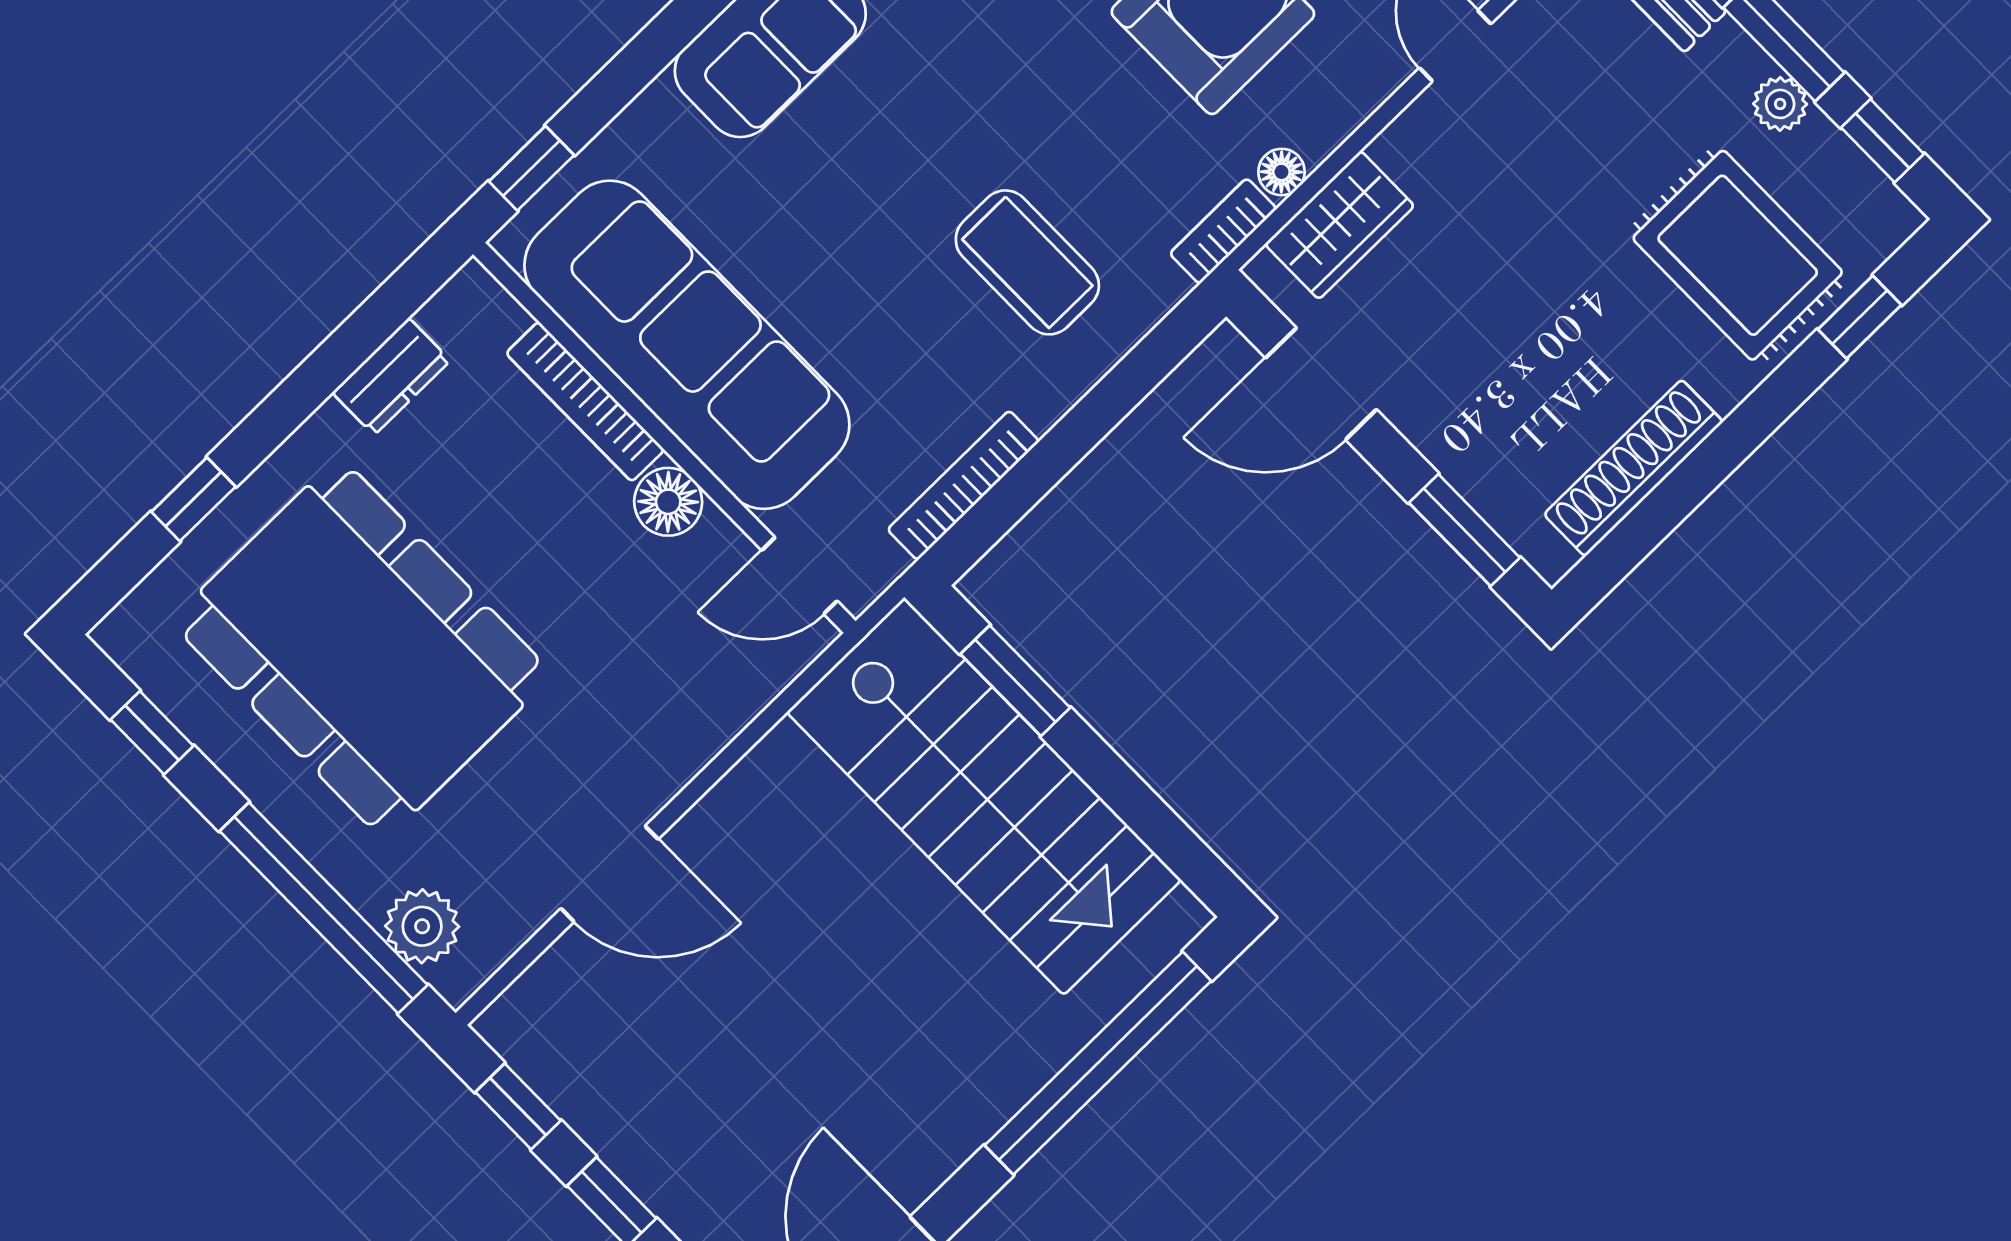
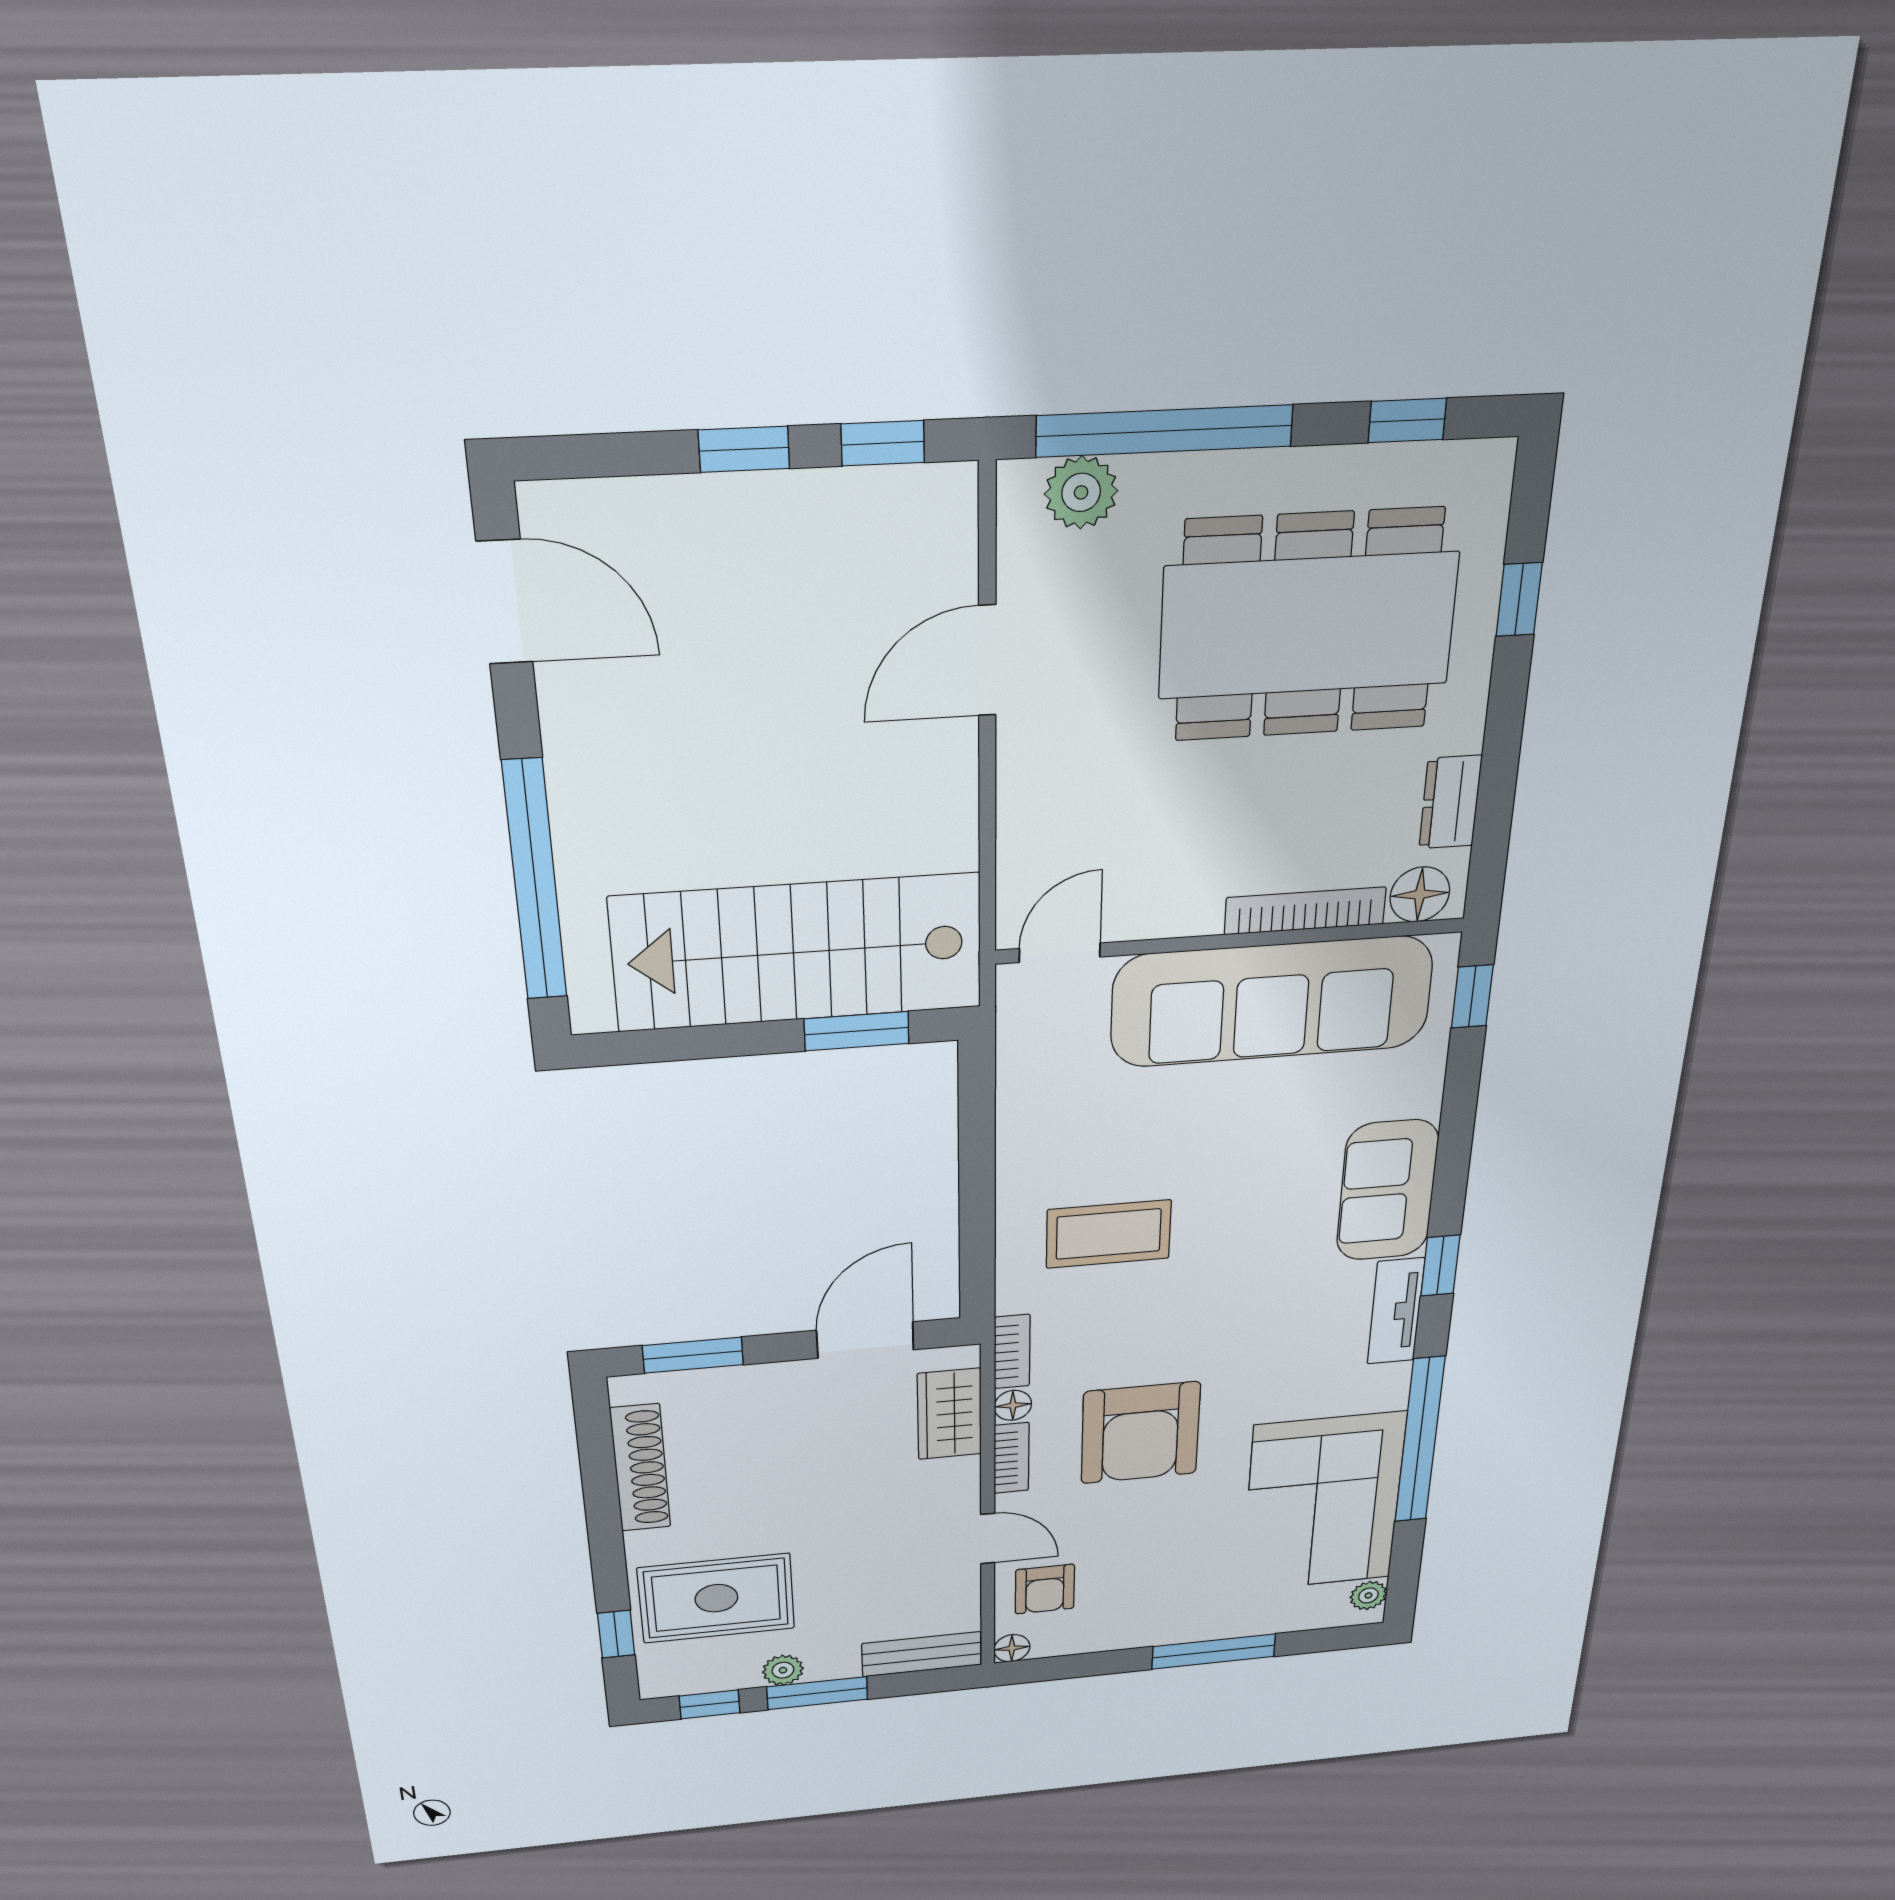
bookcase: (963, 485) -> (1011, 1458), moved, width x0.64
floor lamp: (668, 502) -> (1420, 894), moved

